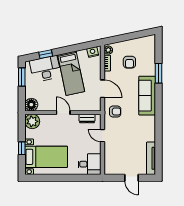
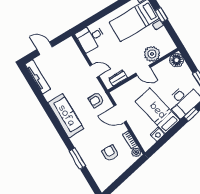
nightstand: (93, 52) -> (157, 134), moved
sofa: (147, 96) -> (66, 116), moved
plant: (32, 121) -> (152, 54), moved

